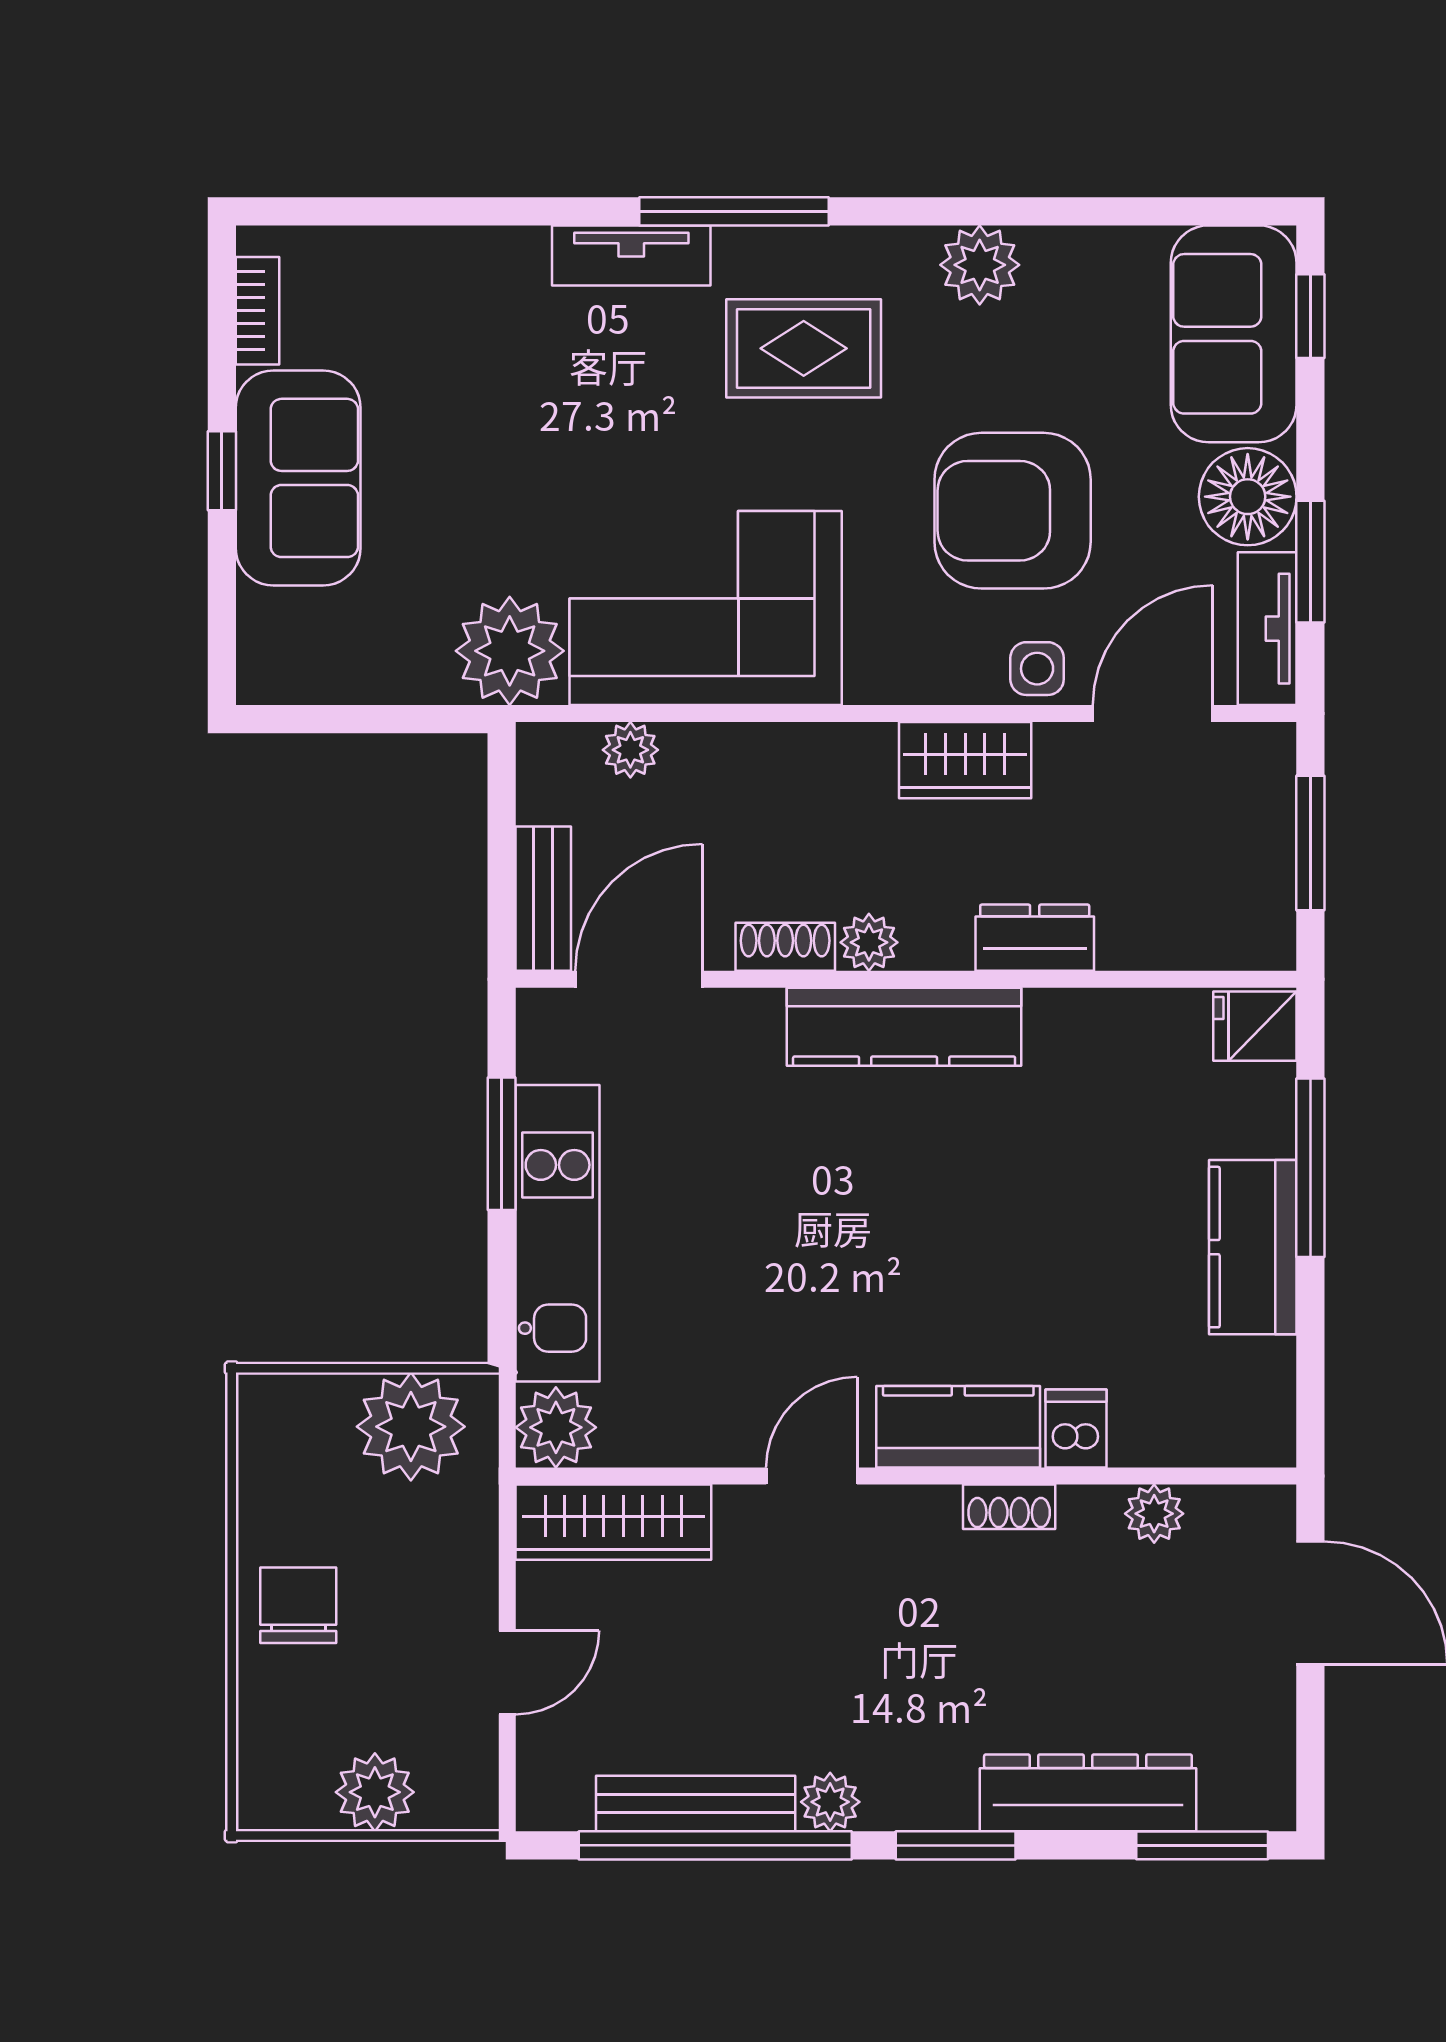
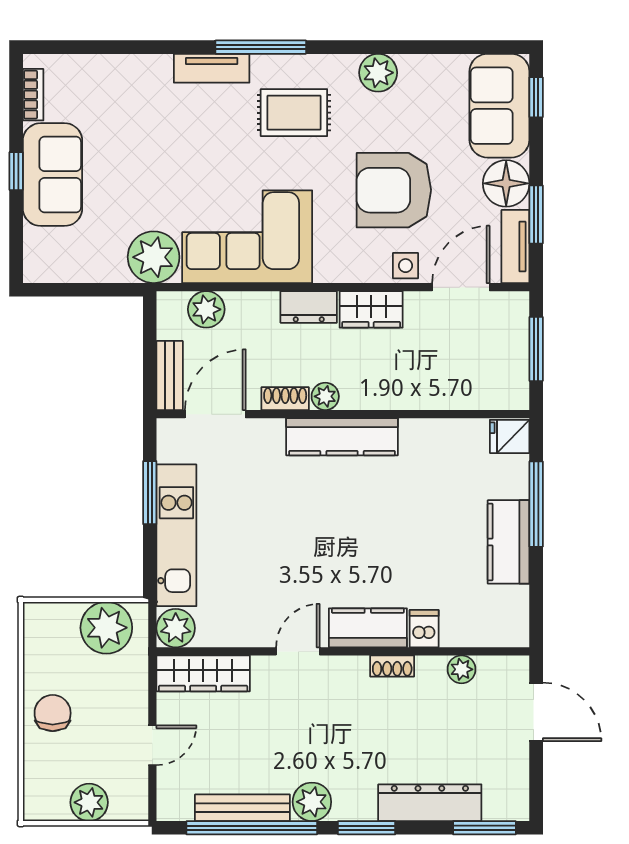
plant: (630, 750) -> (206, 309), width x1.38, depth x1.38
dresser: (1035, 938) -> (309, 307), moved, turned 180
plant: (830, 1802) -> (312, 802), width x1.38, depth x1.38

